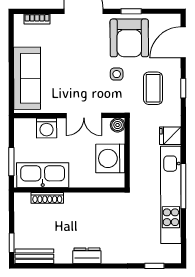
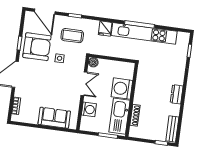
sofa: (27, 78) -> (54, 118), width x0.73
washing machine: (110, 158) -> (122, 89), moved, turned 90

